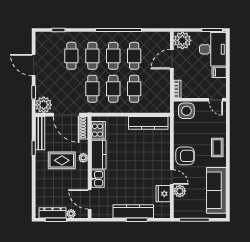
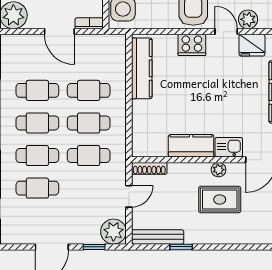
door: (172, 59) -> (59, 32), moved
door: (66, 115) -> (129, 196), width x0.53
cooker: (98, 130) -> (192, 45), moved, turned 180
plant: (83, 158) -> (219, 170), moved
rug: (62, 160) -> (220, 200), moved, turned 90
door: (172, 177) -> (226, 32), hinge flipped

